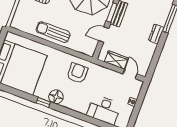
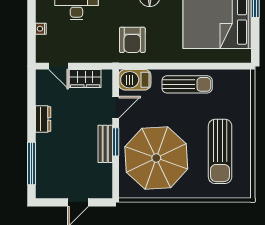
dresser: (156, 34) -> (43, 119), moved
barbecue: (85, 47) -> (135, 80), added

